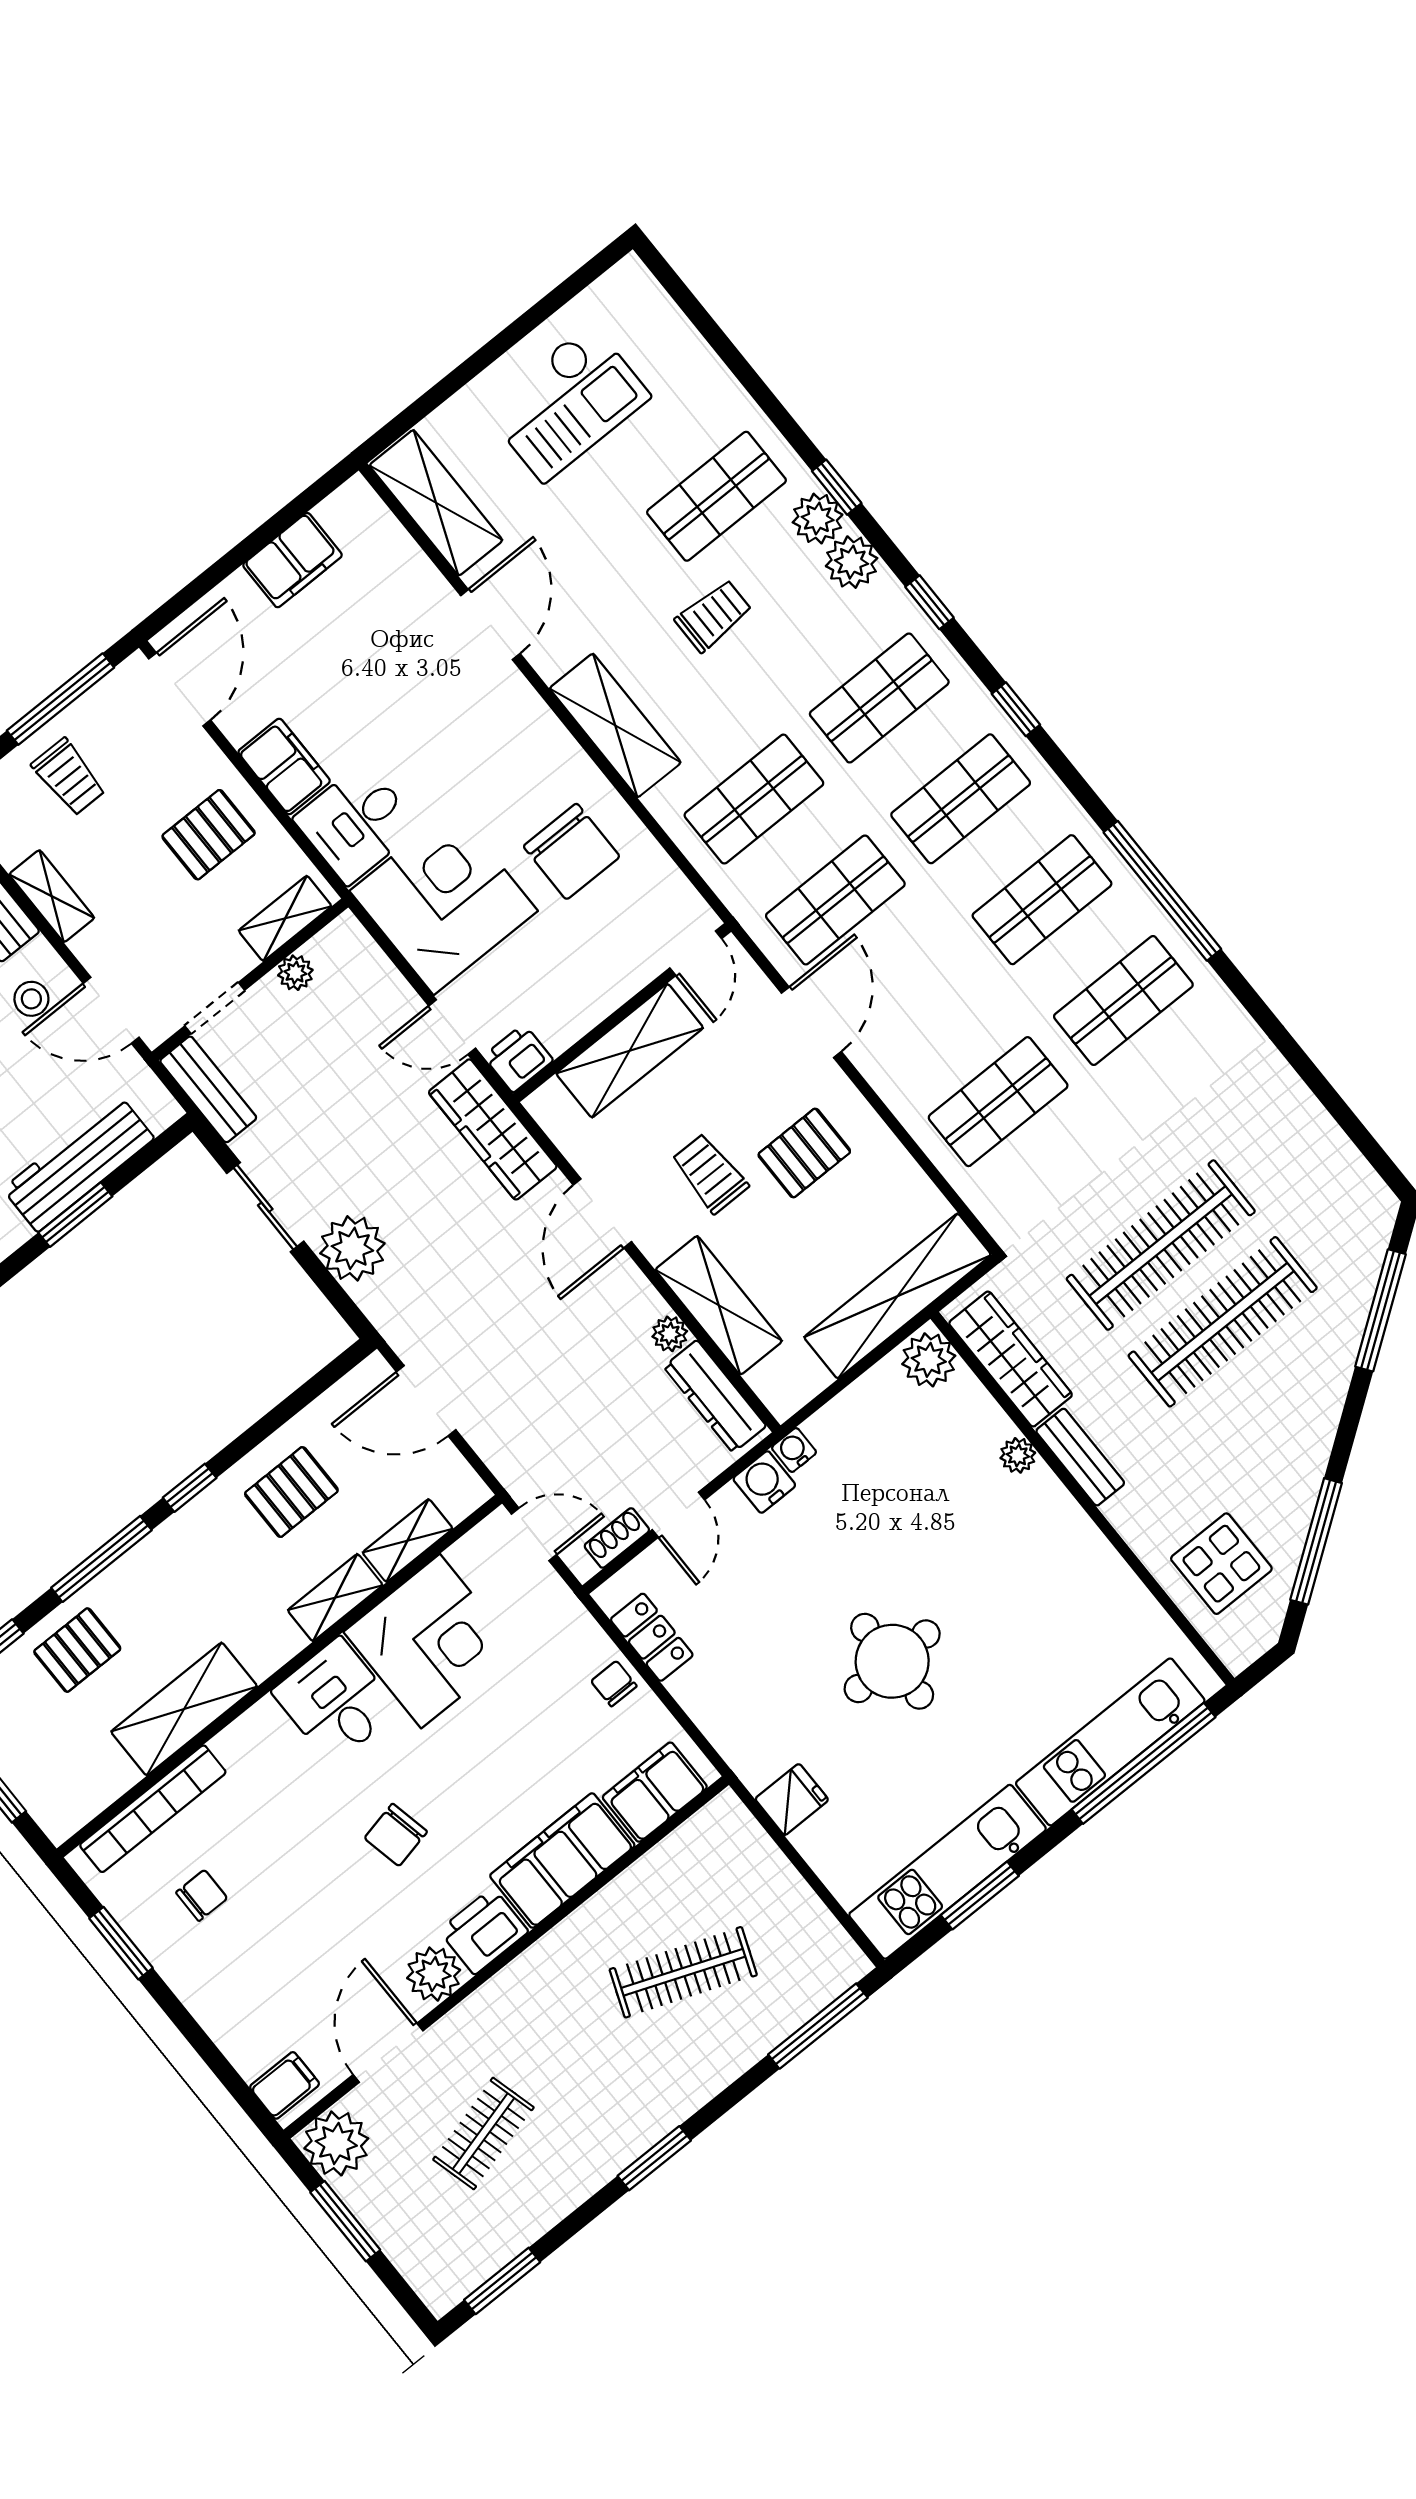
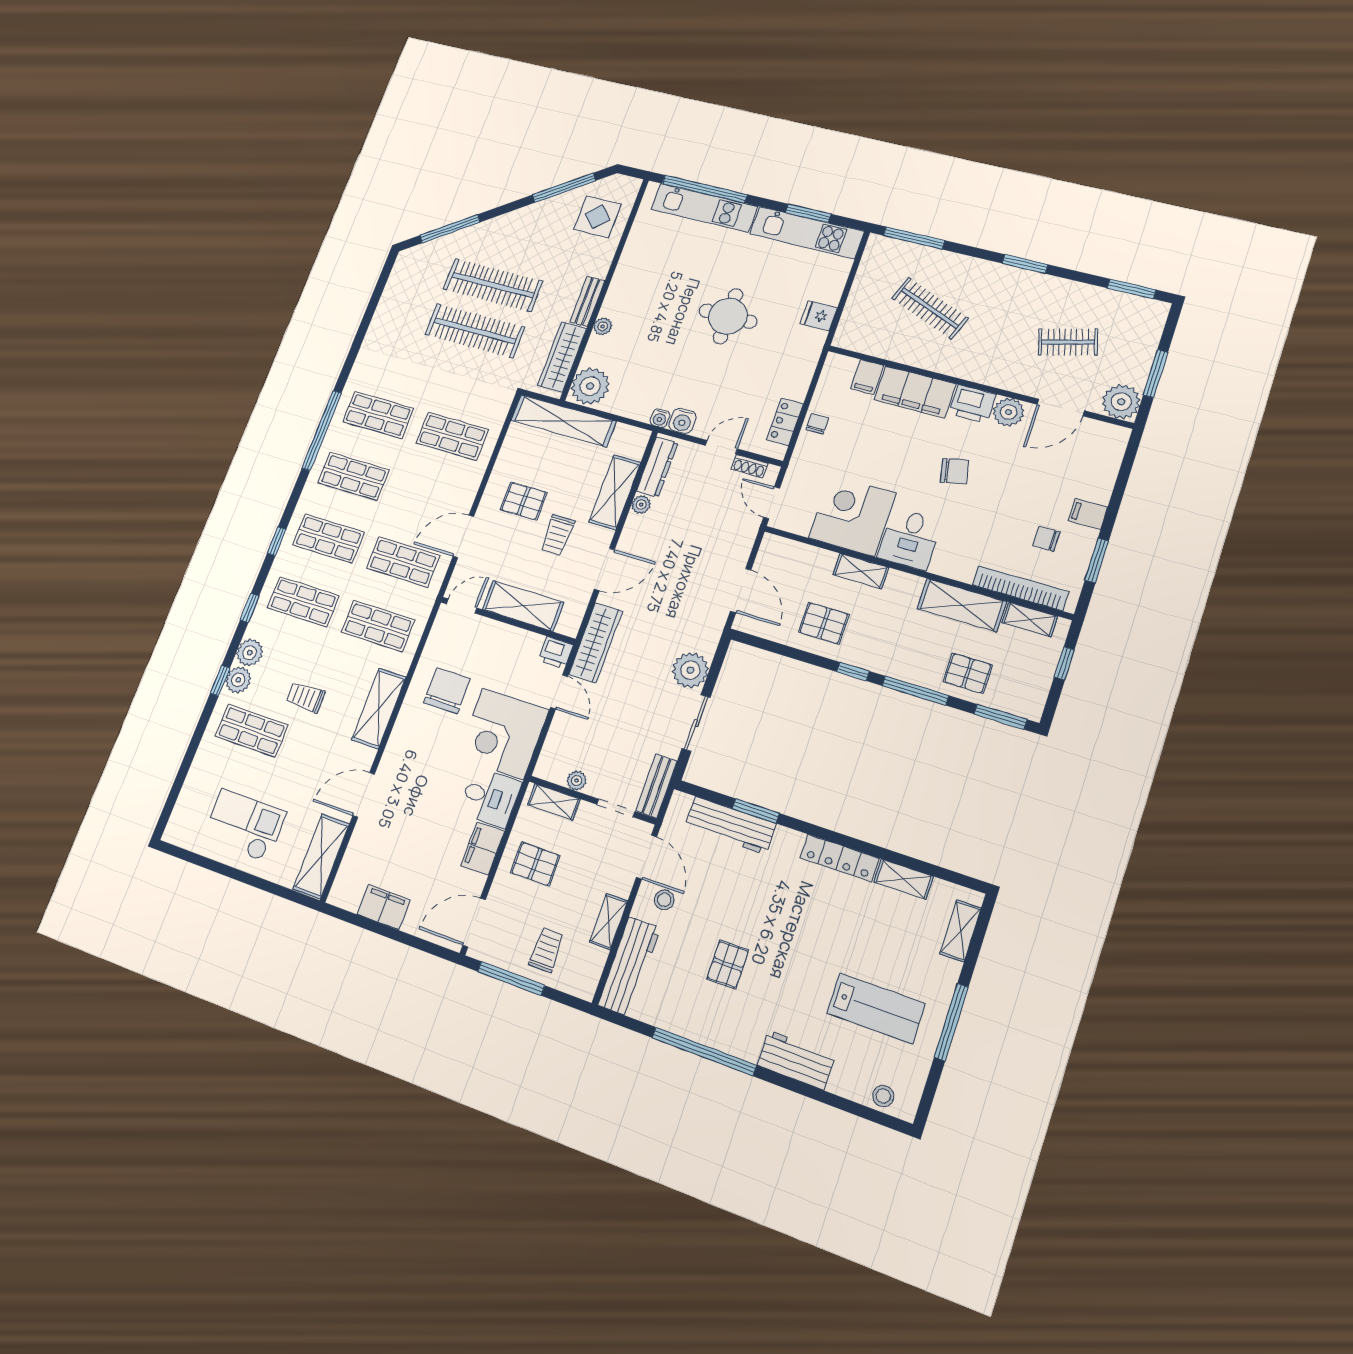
plant: (929, 1360) -> (590, 386), width x1.36, depth x1.36
shelving: (408, 1541) -> (1030, 619), moved
chair: (614, 1684) -> (817, 424), turned 180
filing cabinet: (655, 1792) -> (867, 377), width x0.50
filing cabinet: (285, 2085) -> (1088, 514), moved

